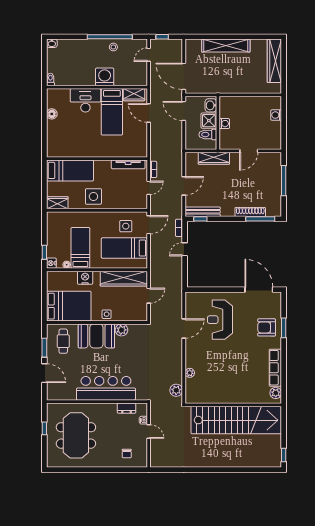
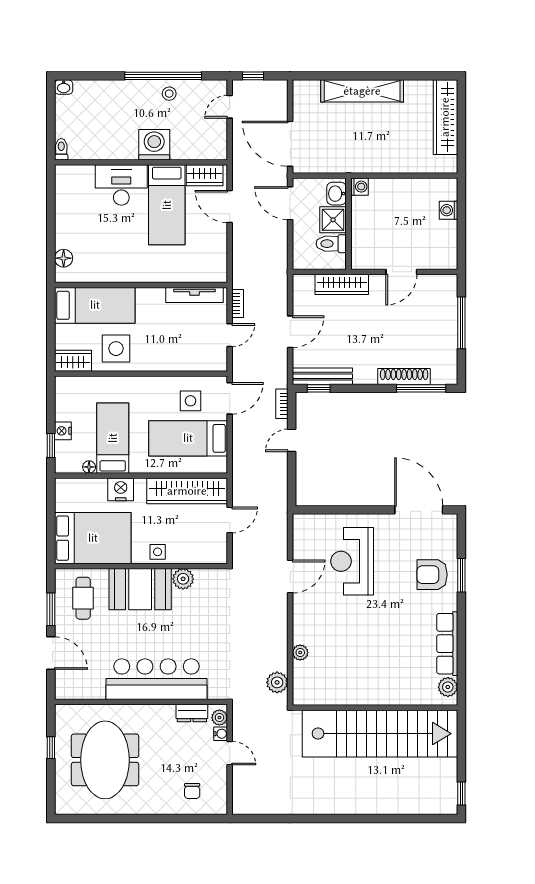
floor lamp: (52, 114) -> (64, 258), moved
washing machine: (224, 124) -> (359, 187), moved
side table: (93, 196) -> (116, 349), moved
nightstand: (51, 263) -> (63, 431), moved
plant: (143, 411) -> (219, 717), added

